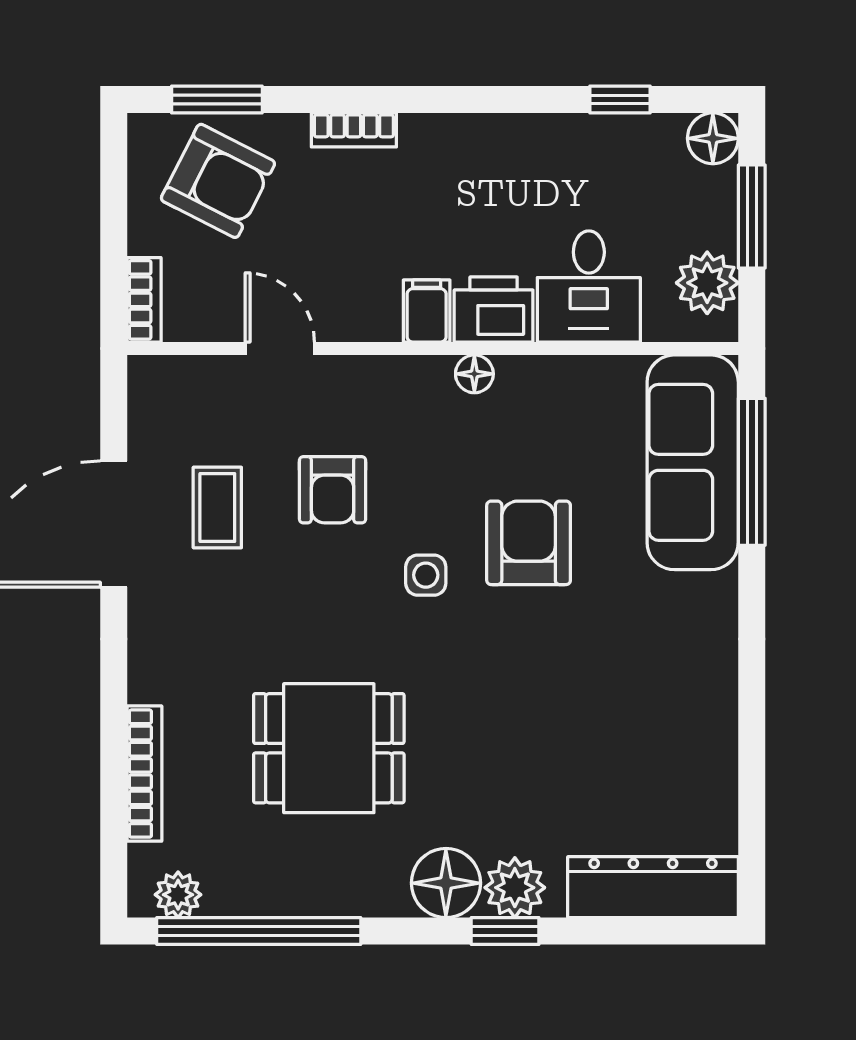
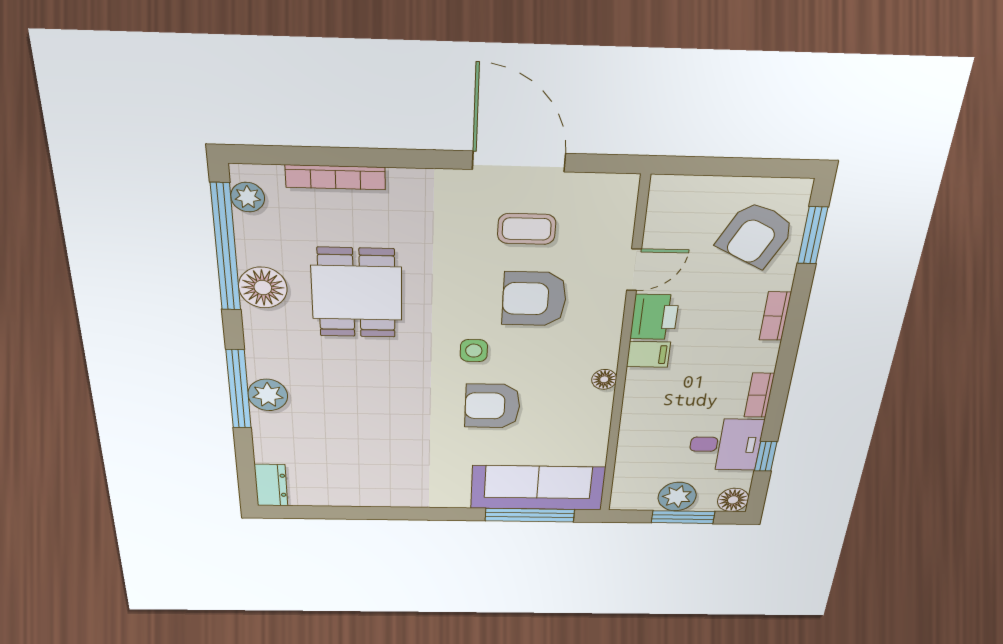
plant: (707, 283) -> (677, 497), moved
desk: (589, 287) -> (725, 445), moved, turned 180
bookcase: (144, 300) -> (759, 395), moved, turned 90
printer: (494, 310) -> (655, 317), moved
armchair: (333, 490) -> (534, 299), width x1.38, depth x1.38
armchair: (529, 543) -> (492, 406), turned 180
floor lamp: (446, 883) -> (263, 288), moved
dresser: (653, 887) -> (271, 485), width x0.51, depth x0.80
window: (505, 931) -> (239, 389), width x2.17

